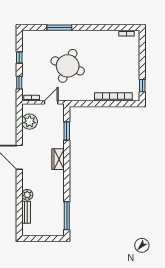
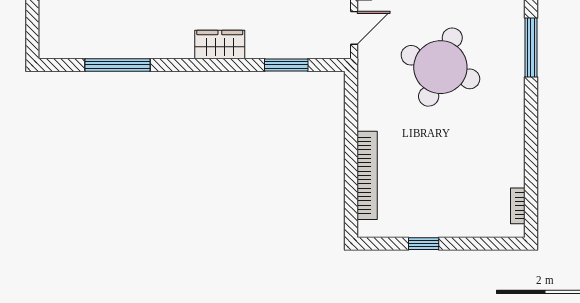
window: (142, 86) -> (424, 244), moved
door: (51, 102) -> (354, 28), hinge flipped
window: (67, 216) -> (118, 65), moved

